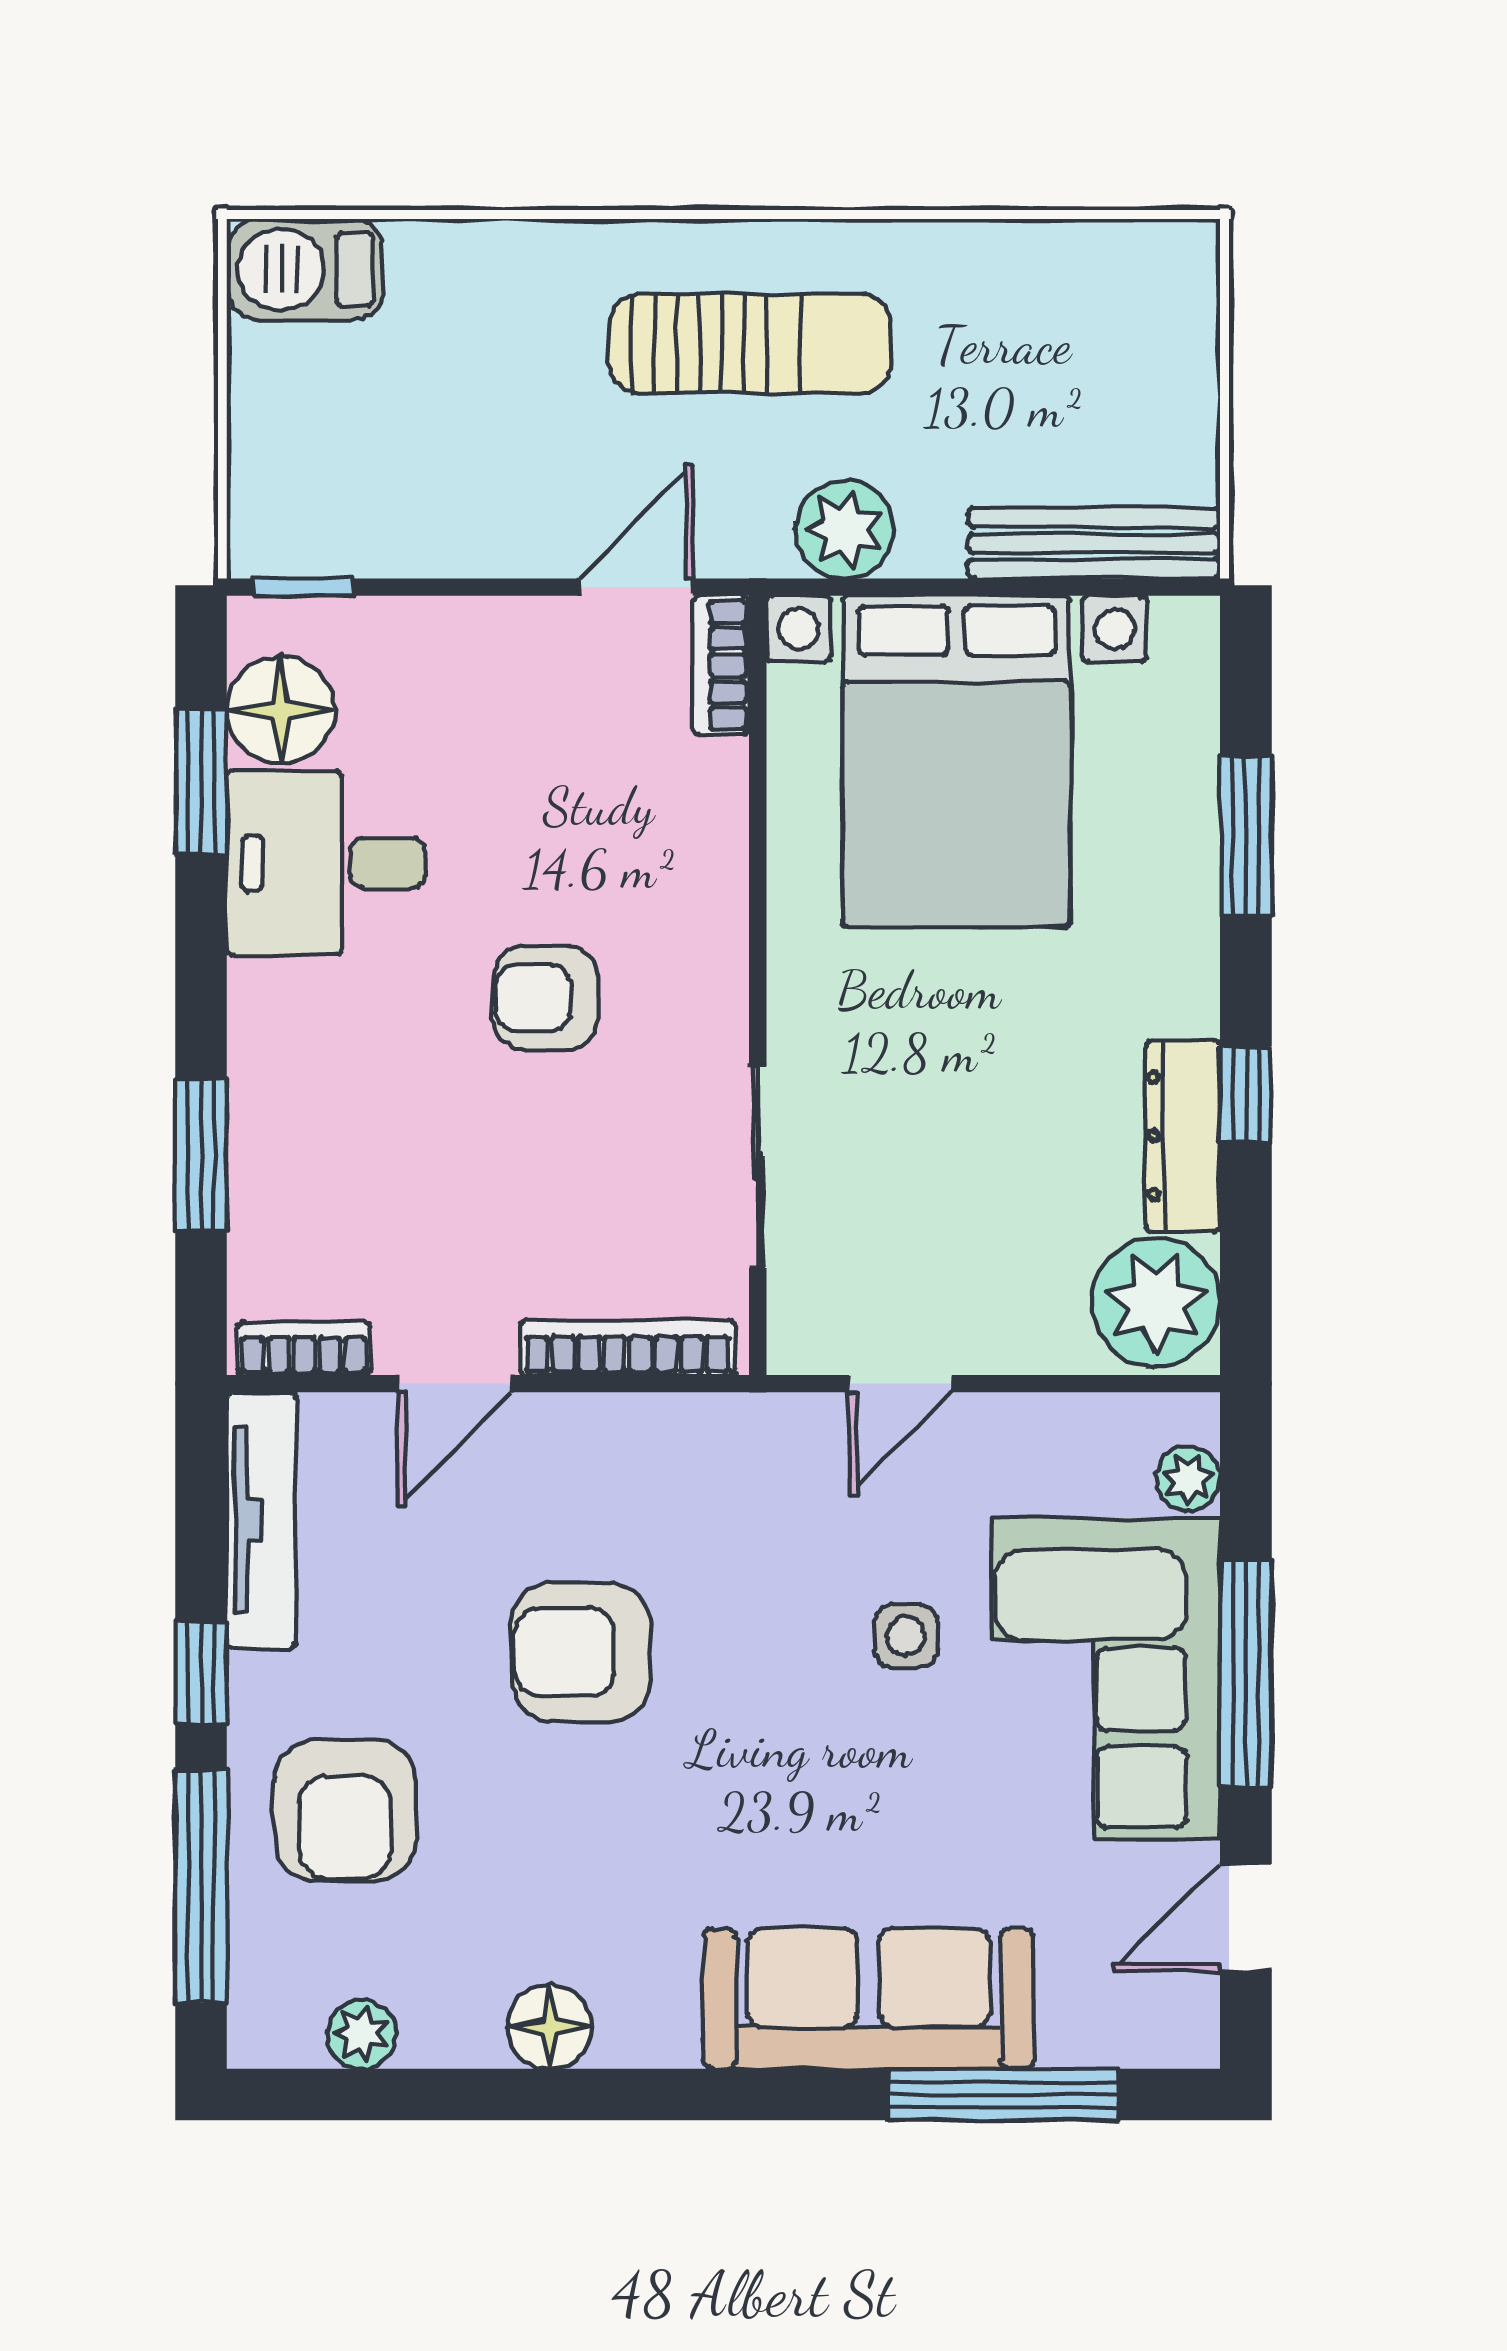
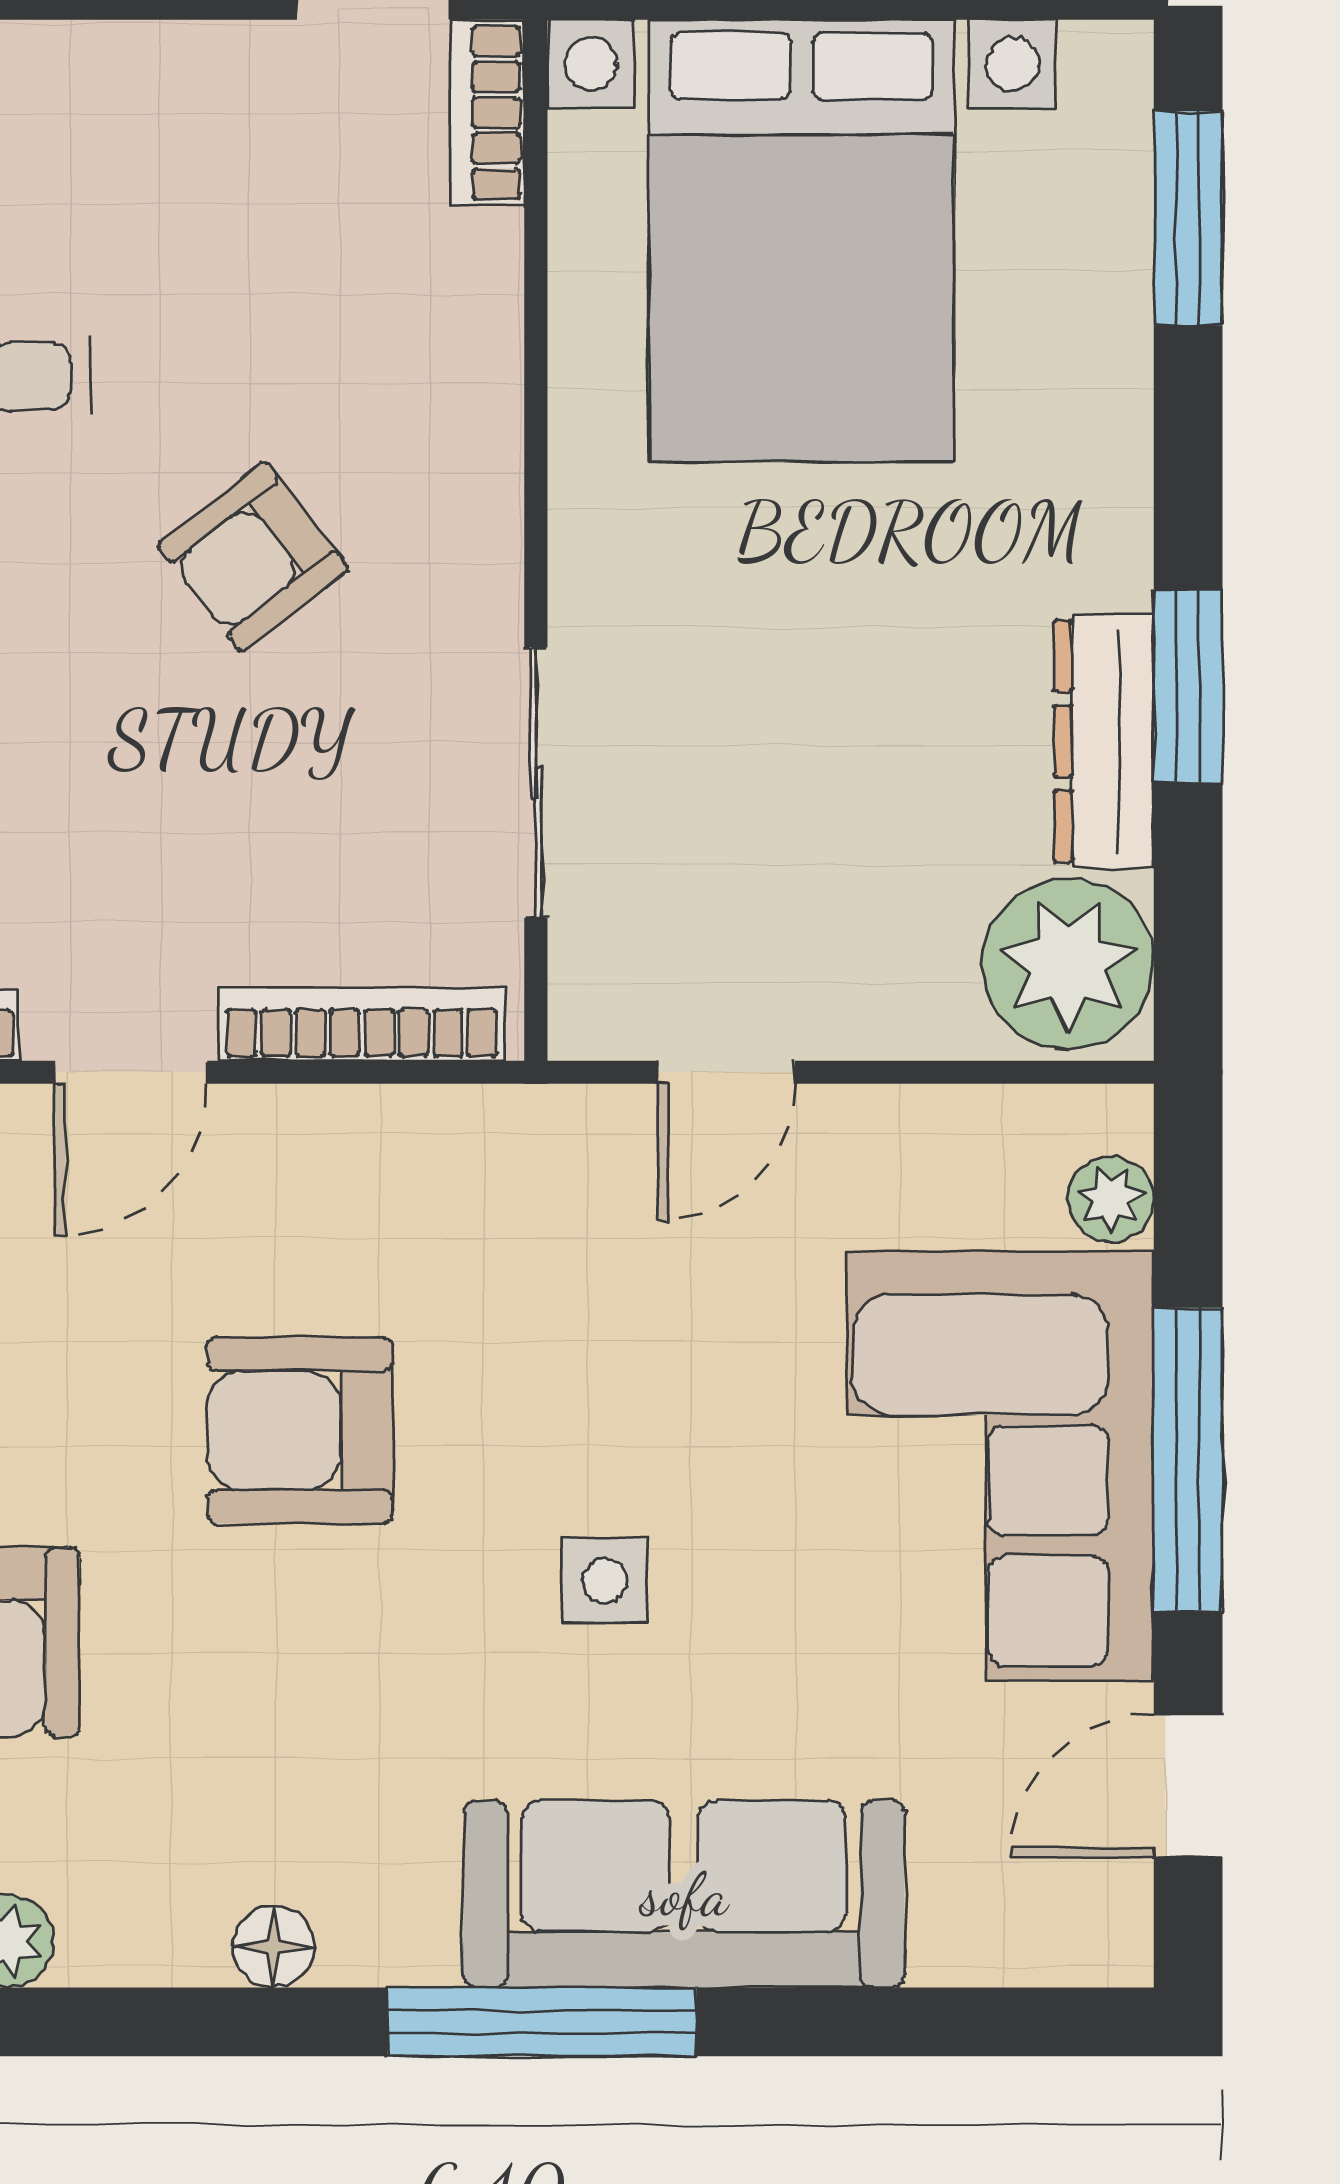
window: (1246, 836) -> (1188, 218), moved
armchair: (546, 998) -> (253, 557), turned -38
window: (1246, 1095) -> (1188, 686), width x1.50
side table: (906, 1636) -> (605, 1580), moved
floor lamp: (550, 2027) -> (273, 1947), width x0.73, depth x0.73
window: (1003, 2095) -> (542, 2022), moved

